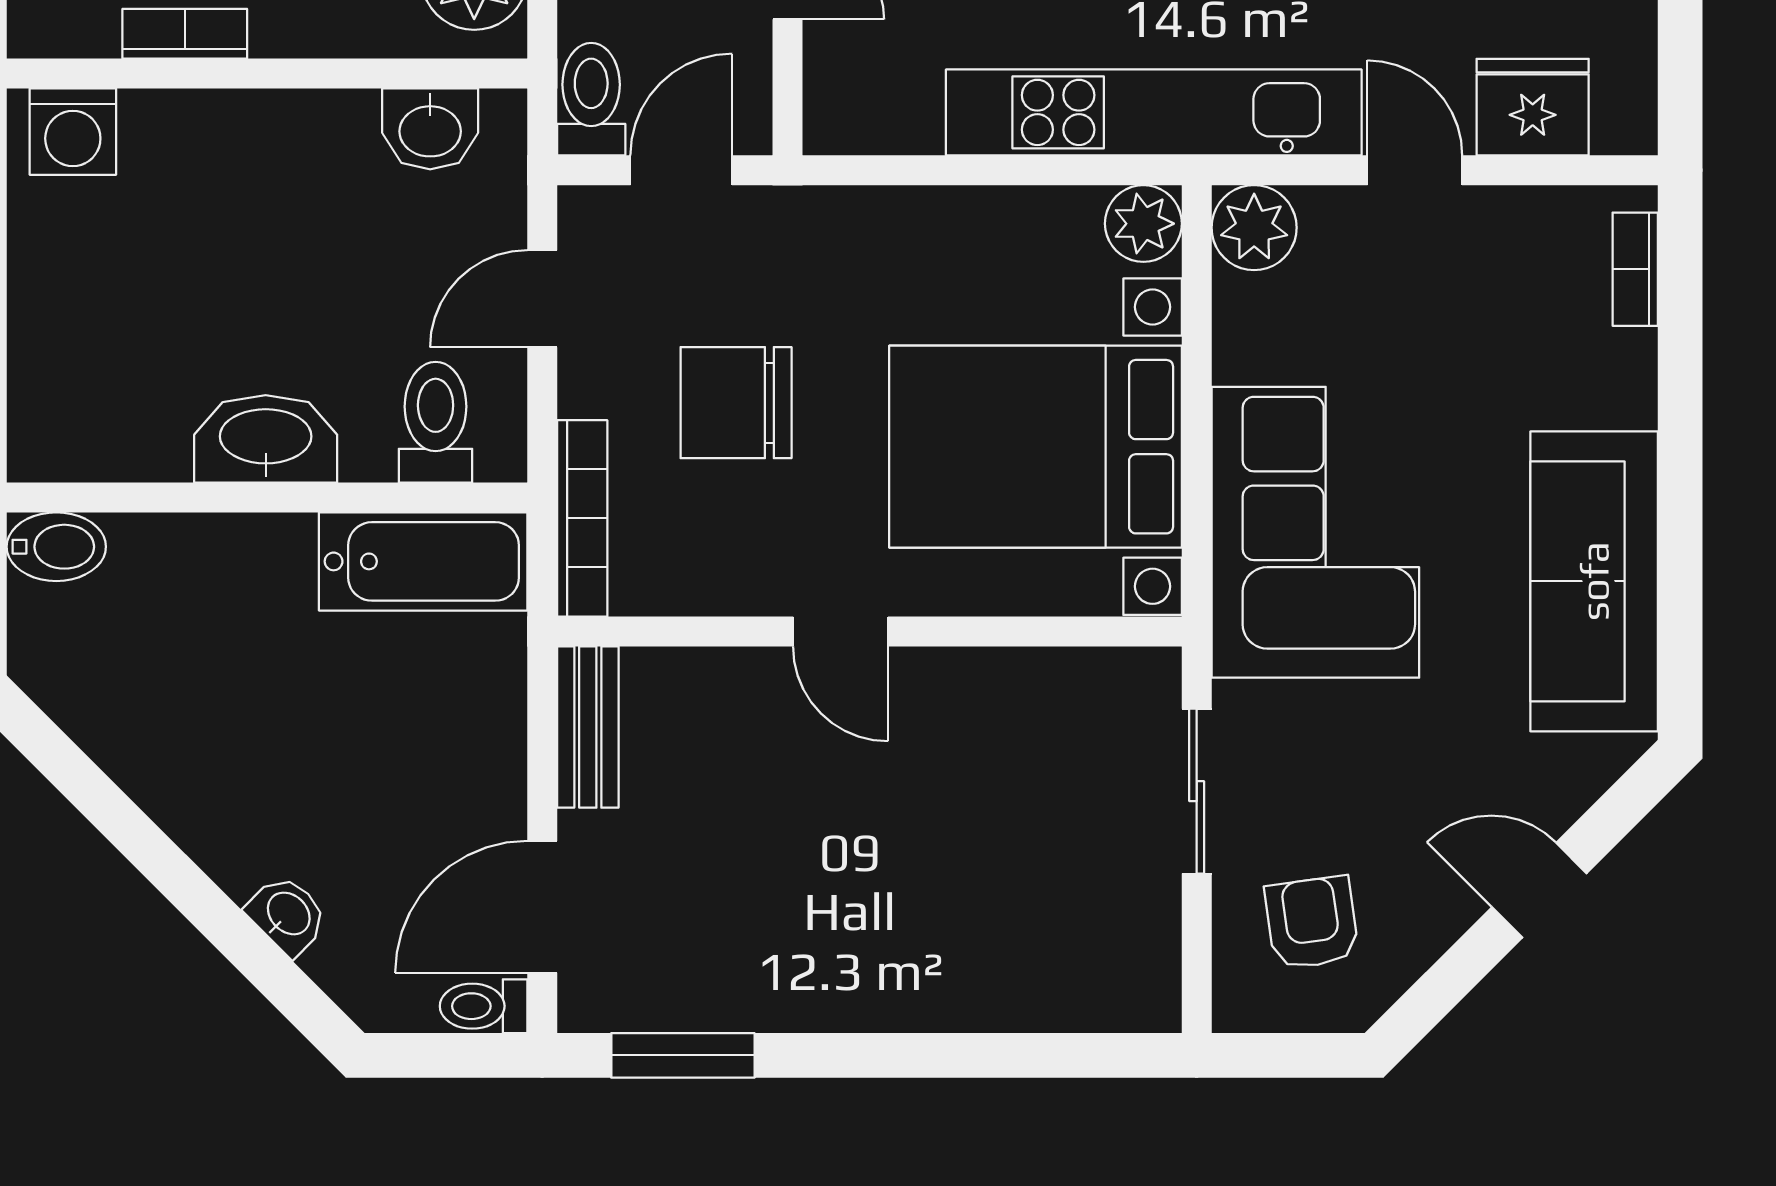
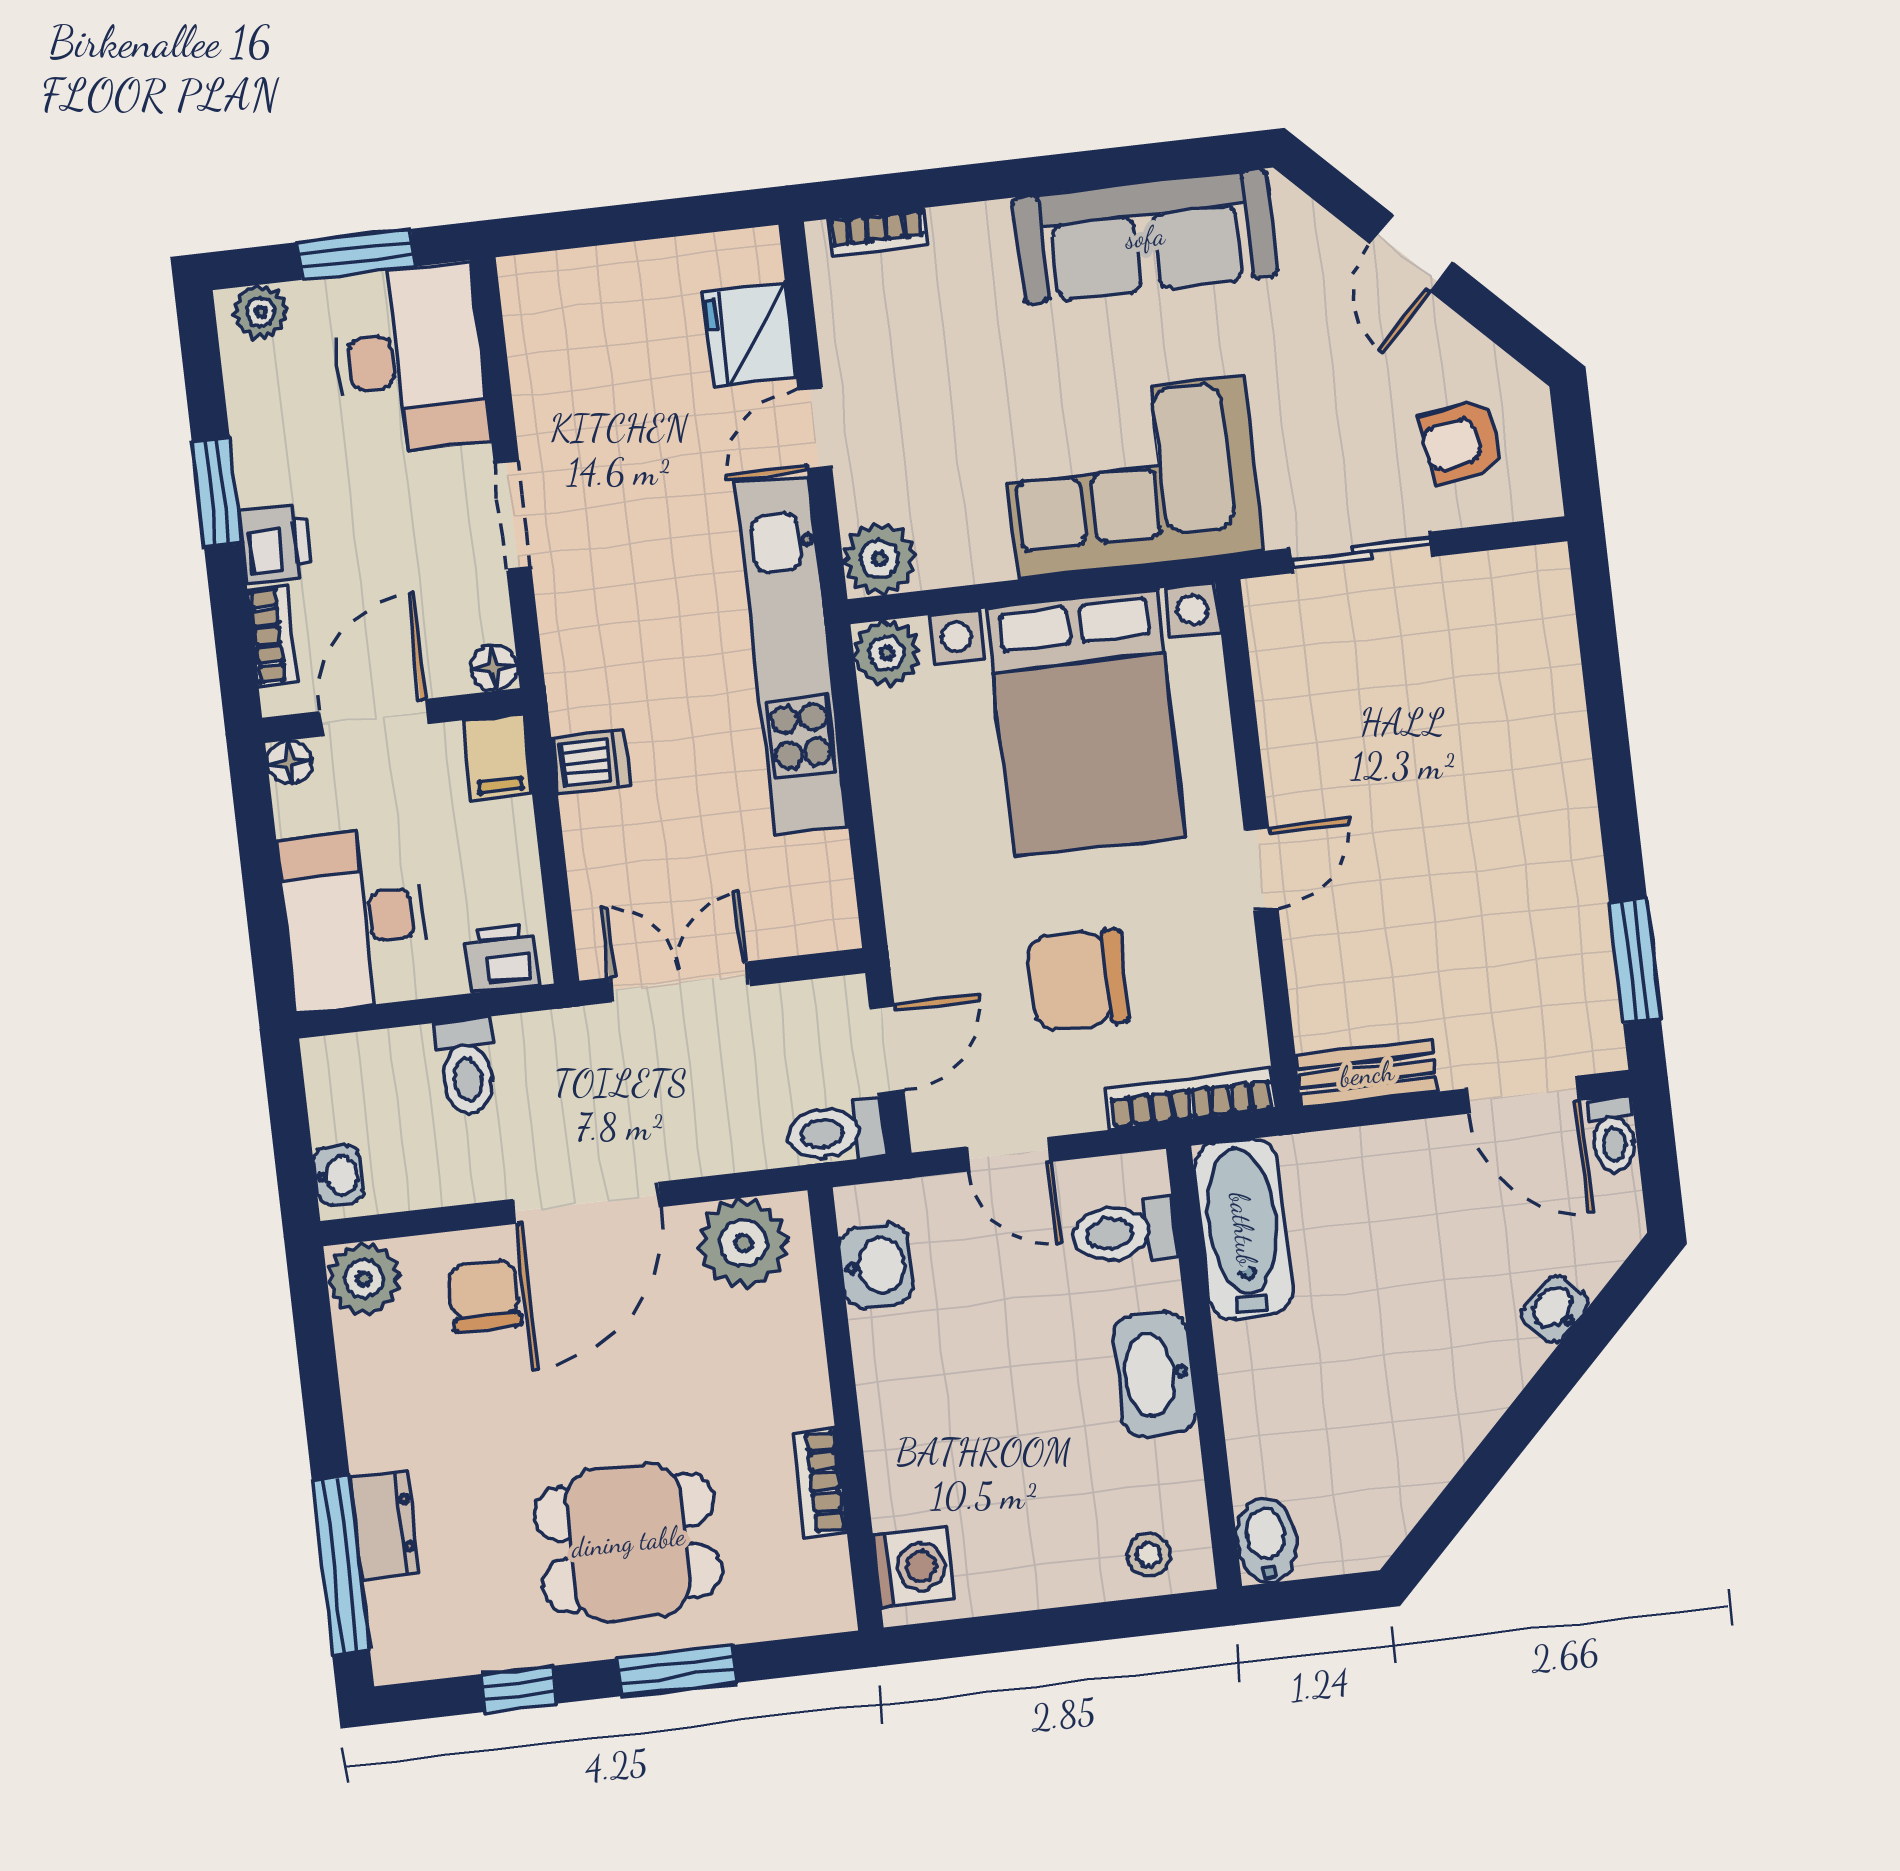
door: (681, 170) -> (887, 1049), swing flipped
chair: (736, 403) -> (1078, 980), turned 90
stool: (56, 407) -> (1148, 1555), added

